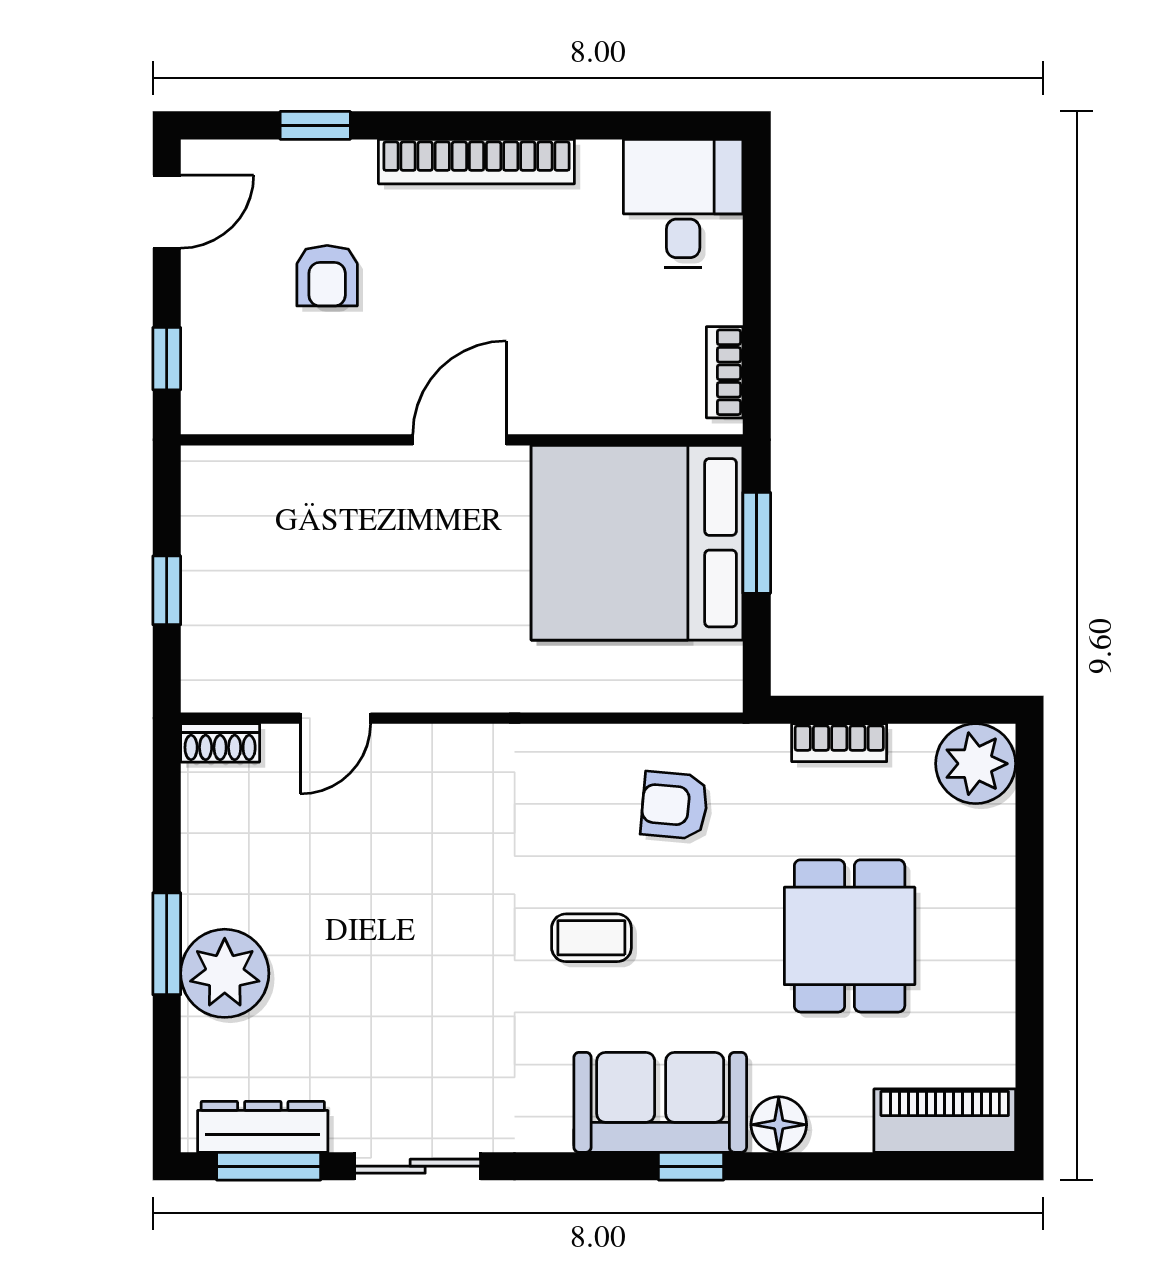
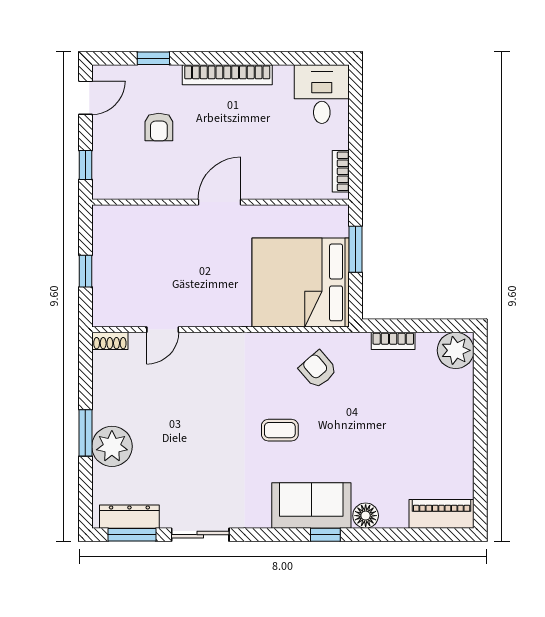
bed: (637, 543) -> (301, 282), moved
armchair: (674, 805) -> (318, 369), turned 44
dining table: (850, 936) -> (398, 429), removed

